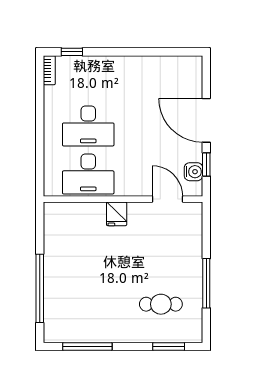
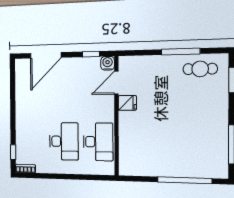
door: (206, 120) -> (46, 55), moved
water cooler: (194, 172) -> (108, 63), moved
fridge: (117, 214) -> (127, 103), moved
cafe table: (161, 304) -> (200, 69), moved, turned 90

